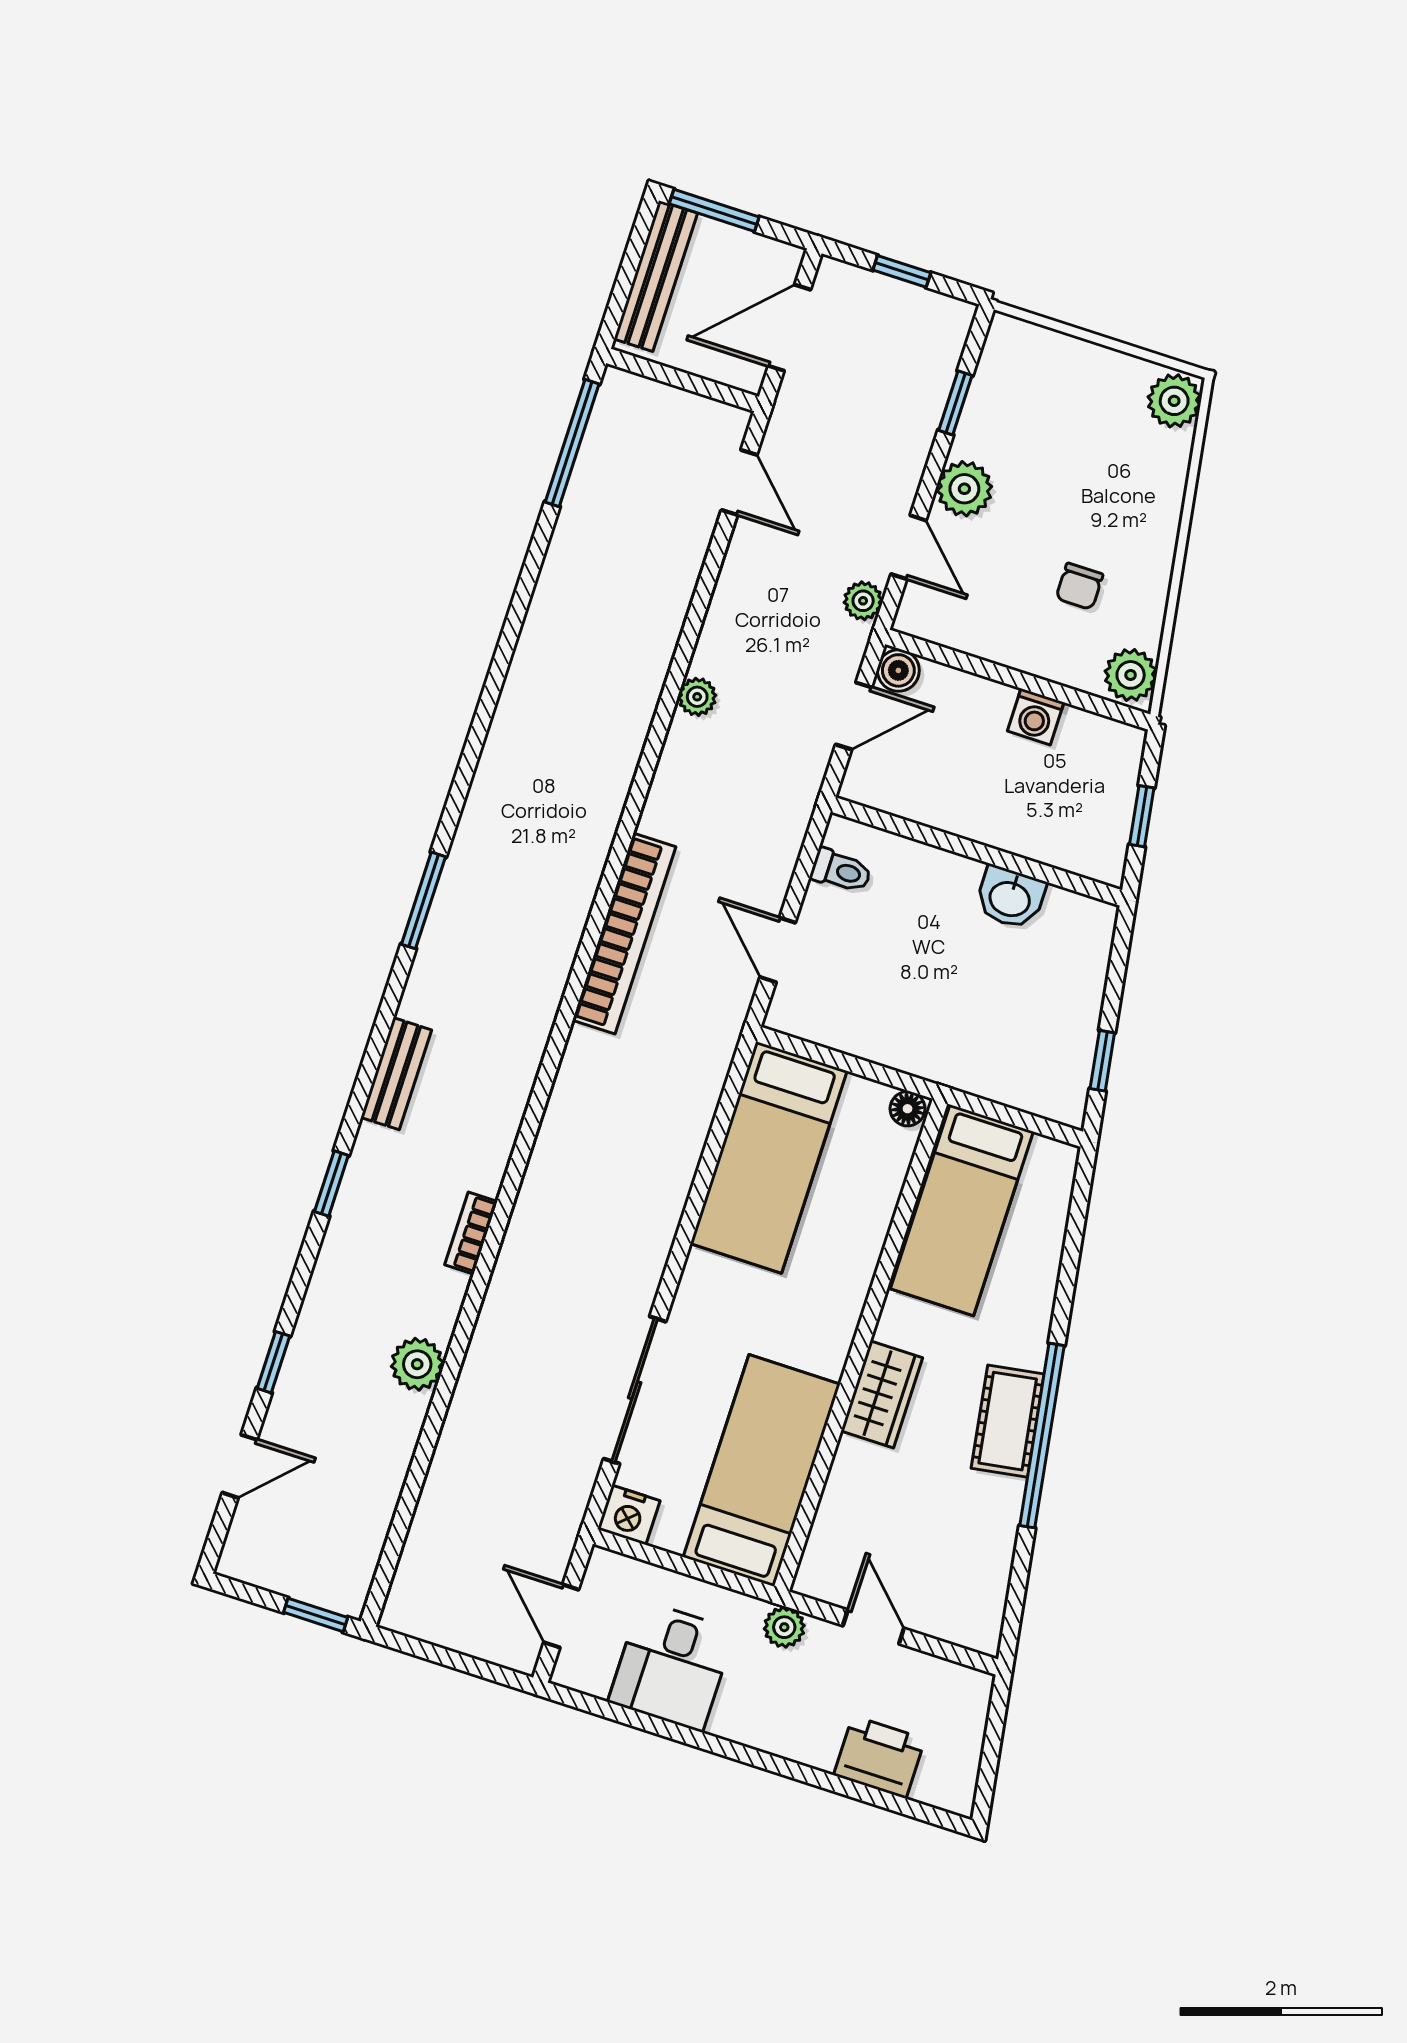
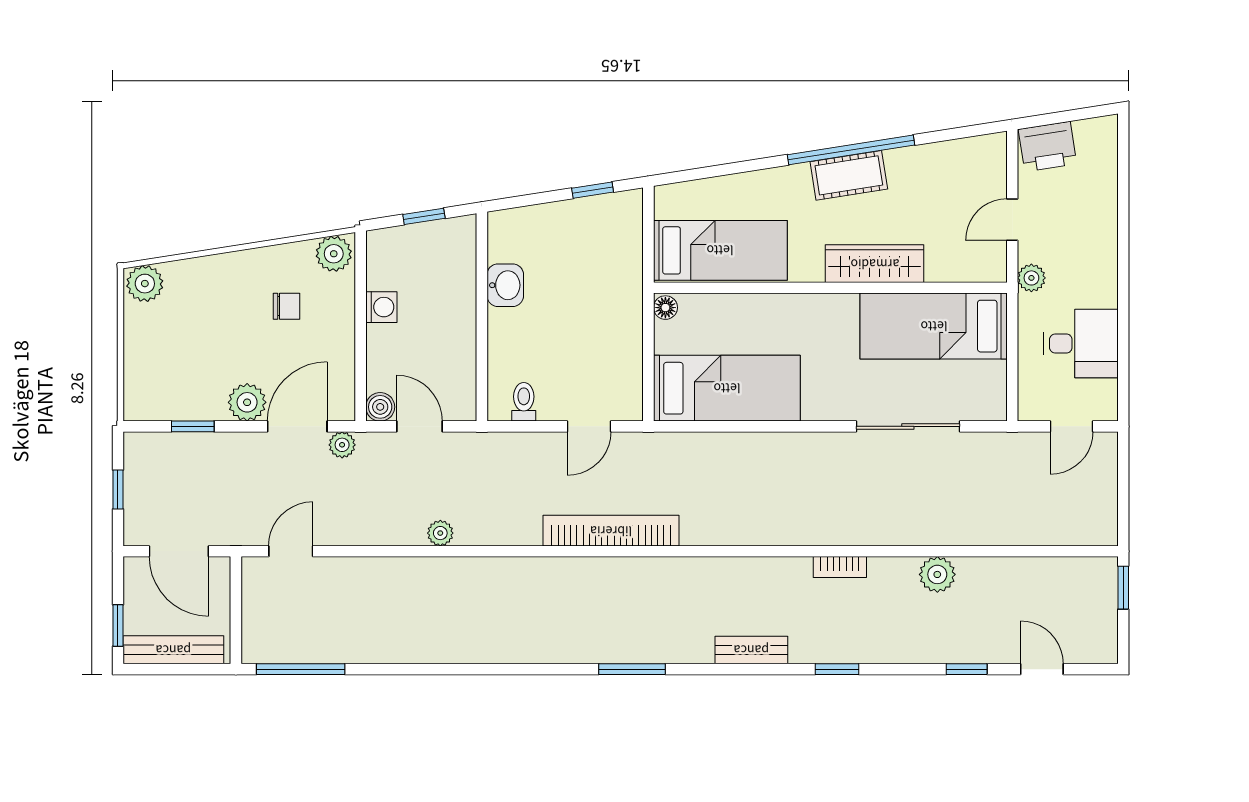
window: (714, 210) -> (118, 625), width x0.67
door: (909, 547) -> (297, 426), width x1.38
wardrobe: (882, 1394) -> (875, 264), width x1.50
nightstand: (629, 1515) -> (991, 404), removed
printer: (879, 1757) -> (1048, 147), moved, turned -99

